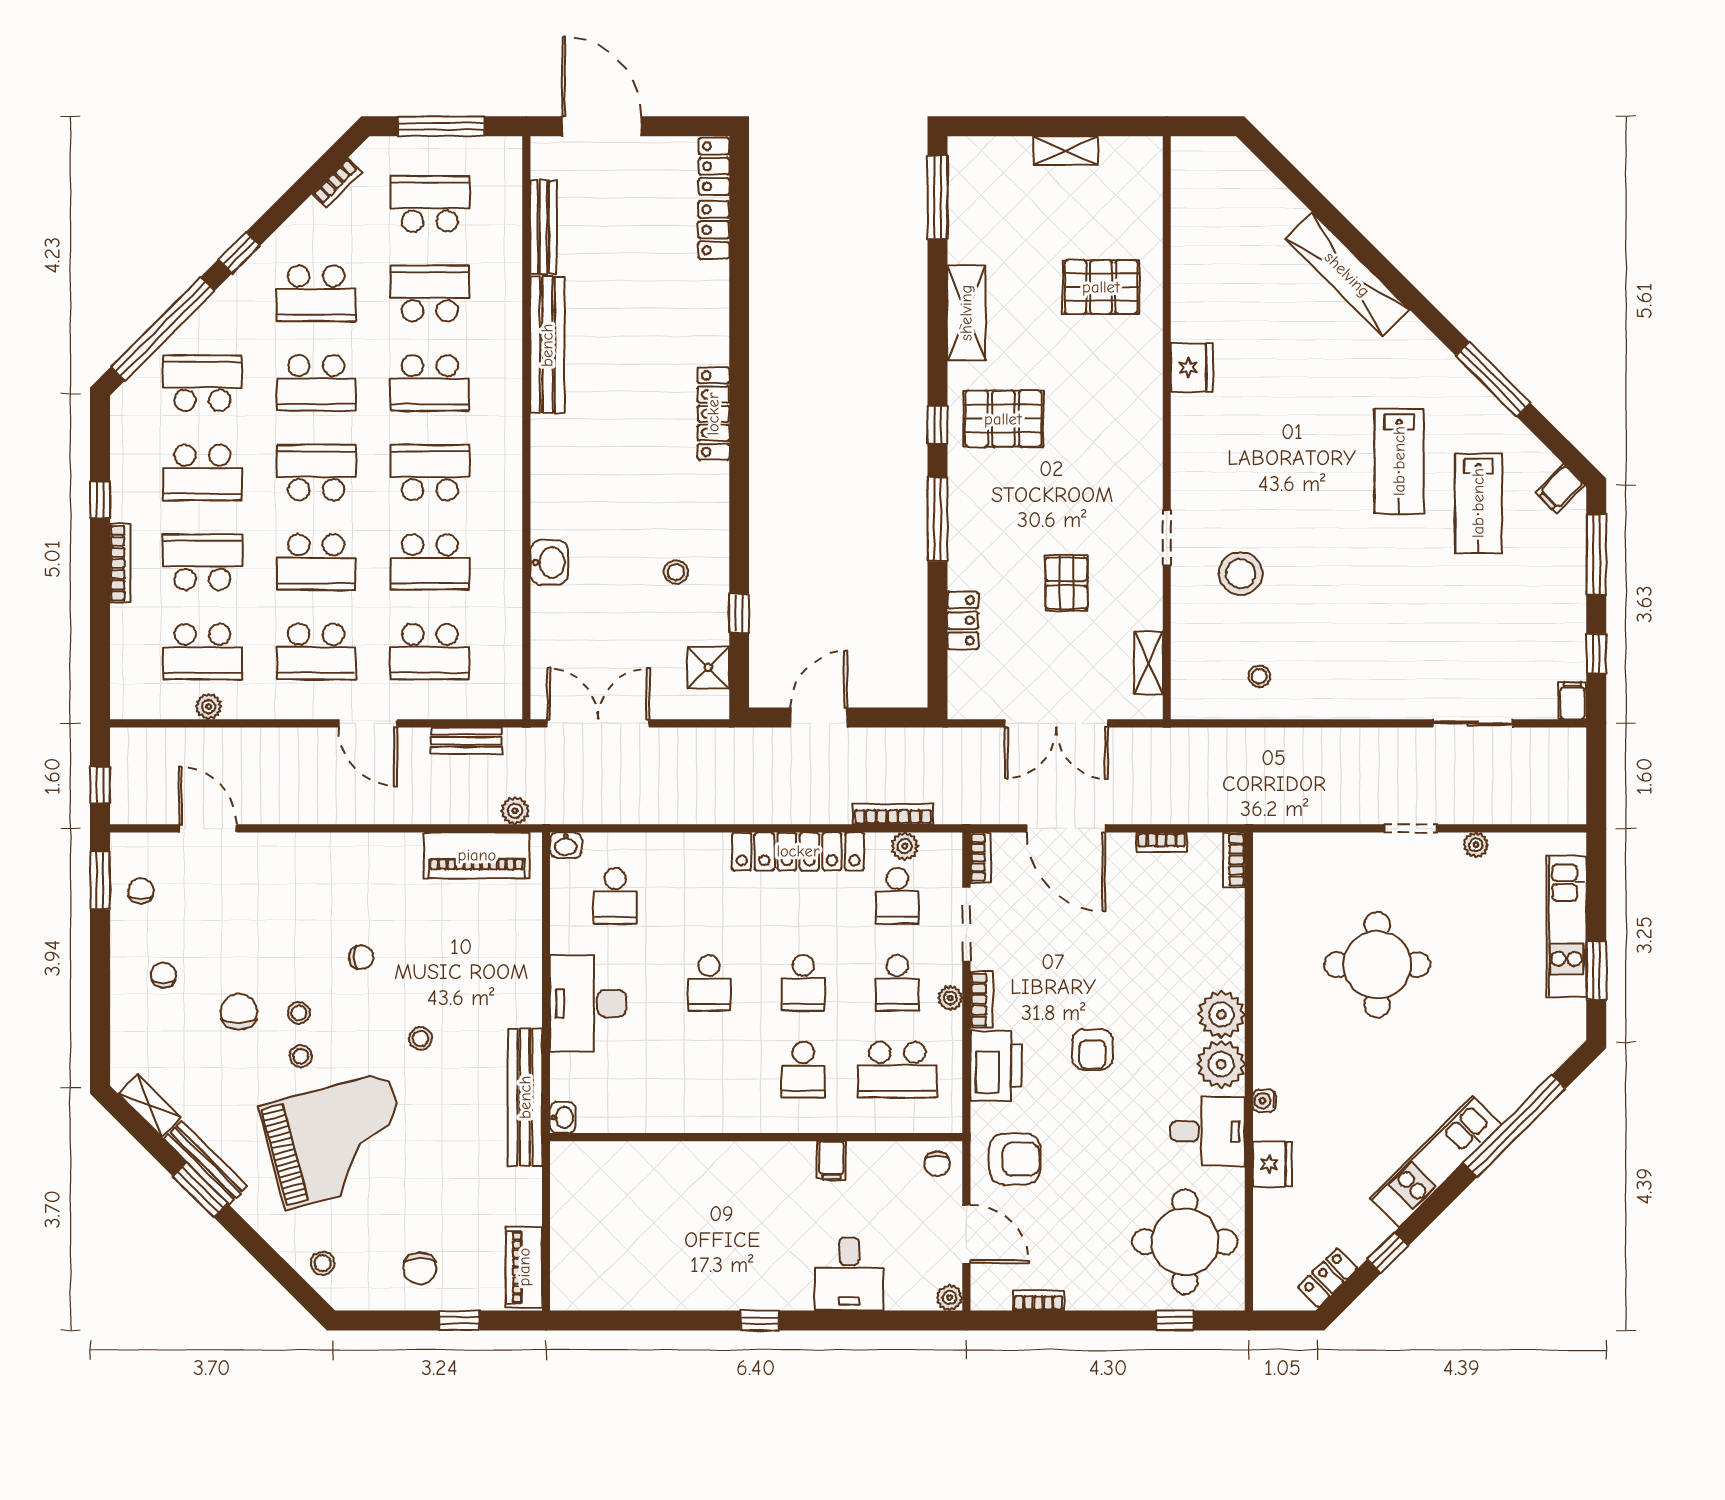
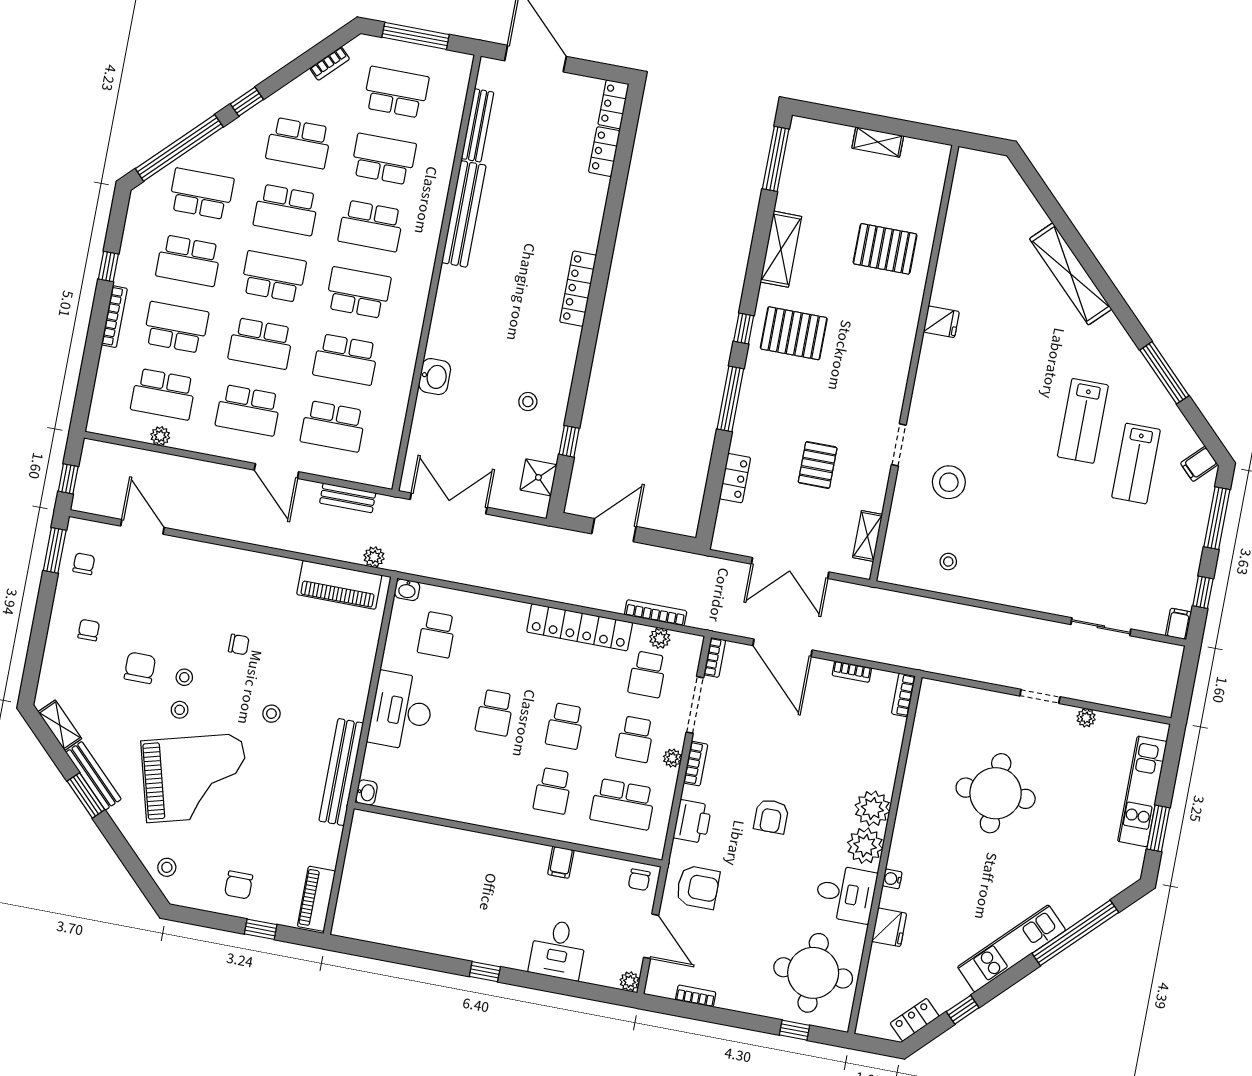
fridge: (1192, 368) -> (941, 322), width x0.72
printer: (996, 1066) -> (692, 822), width x0.73, depth x0.84

